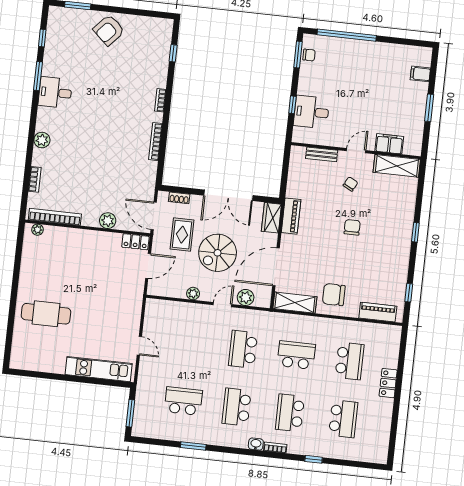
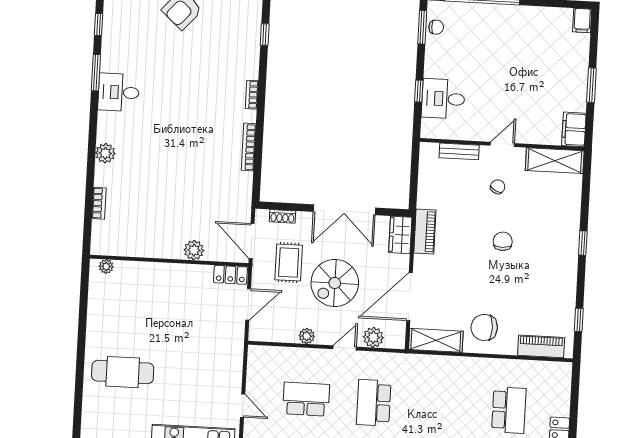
filing cabinet: (420, 74) -> (582, 21), moved, turned -90
filing cabinet: (389, 144) -> (574, 129), moved, turned -90
bookcase: (55, 217) -> (127, 249), removed
school desk: (296, 355) -> (306, 399), moved

